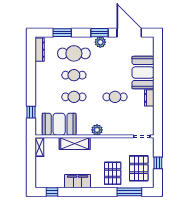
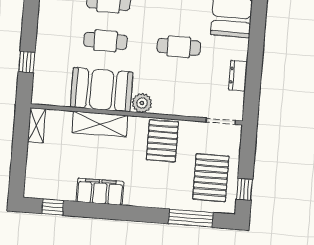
dresser: (149, 98) -> (238, 76), moved
booth: (59, 124) -> (102, 90), moved
window: (158, 163) -> (244, 189), moved
pallet: (113, 173) -> (162, 141), moved

